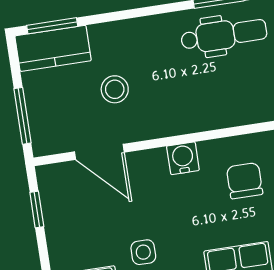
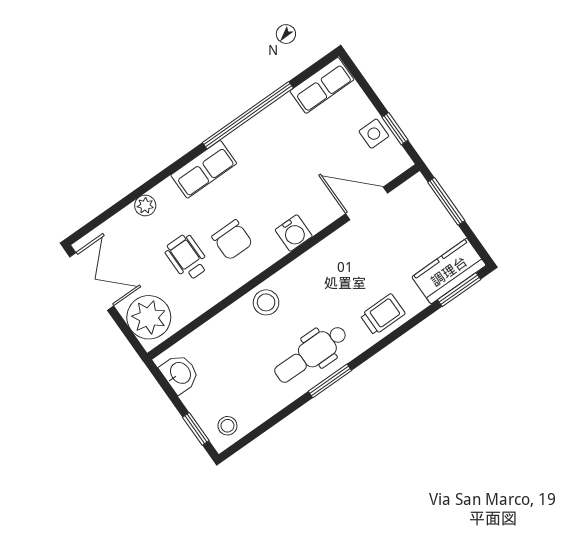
trolley: (137, 38) -> (383, 314), added
stool: (115, 89) -> (266, 302), moved
side table: (143, 252) -> (374, 134), moved

